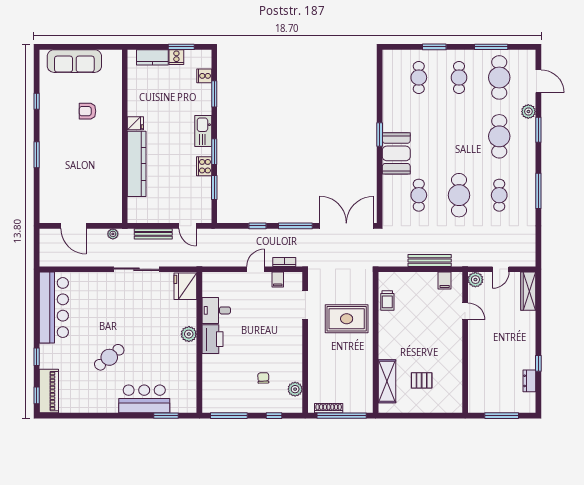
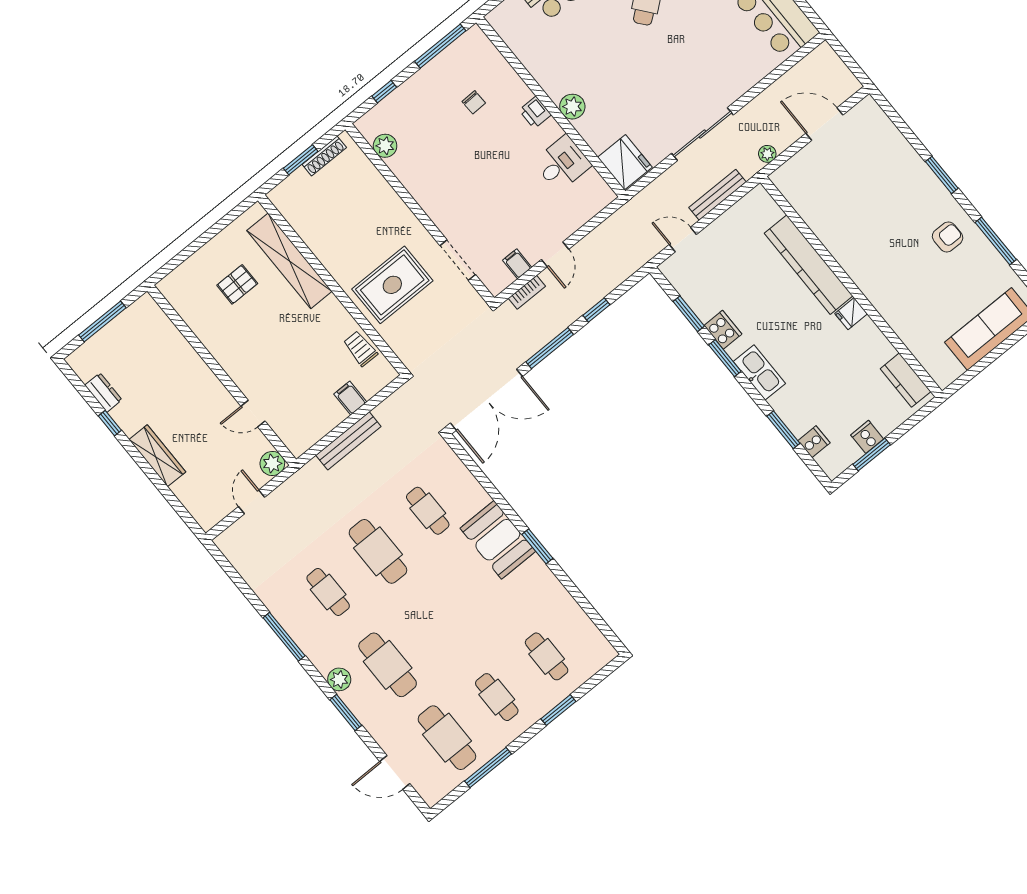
kitchen counter: (152, 57) -> (906, 380), moved, turned -90
window: (37, 101) -> (996, 241), width x2.17
armchair: (88, 111) -> (948, 237), moved
plant: (528, 112) -> (339, 679), moved
filing cabinet: (445, 281) -> (350, 398), moved
wardrobe: (528, 291) -> (157, 456), moved
printer: (212, 339) -> (535, 112), width x0.53, depth x0.68
chair: (263, 378) -> (474, 102), moved
shelving: (387, 381) -> (289, 261), width x1.47
window: (342, 416) -> (301, 160), width x0.47

